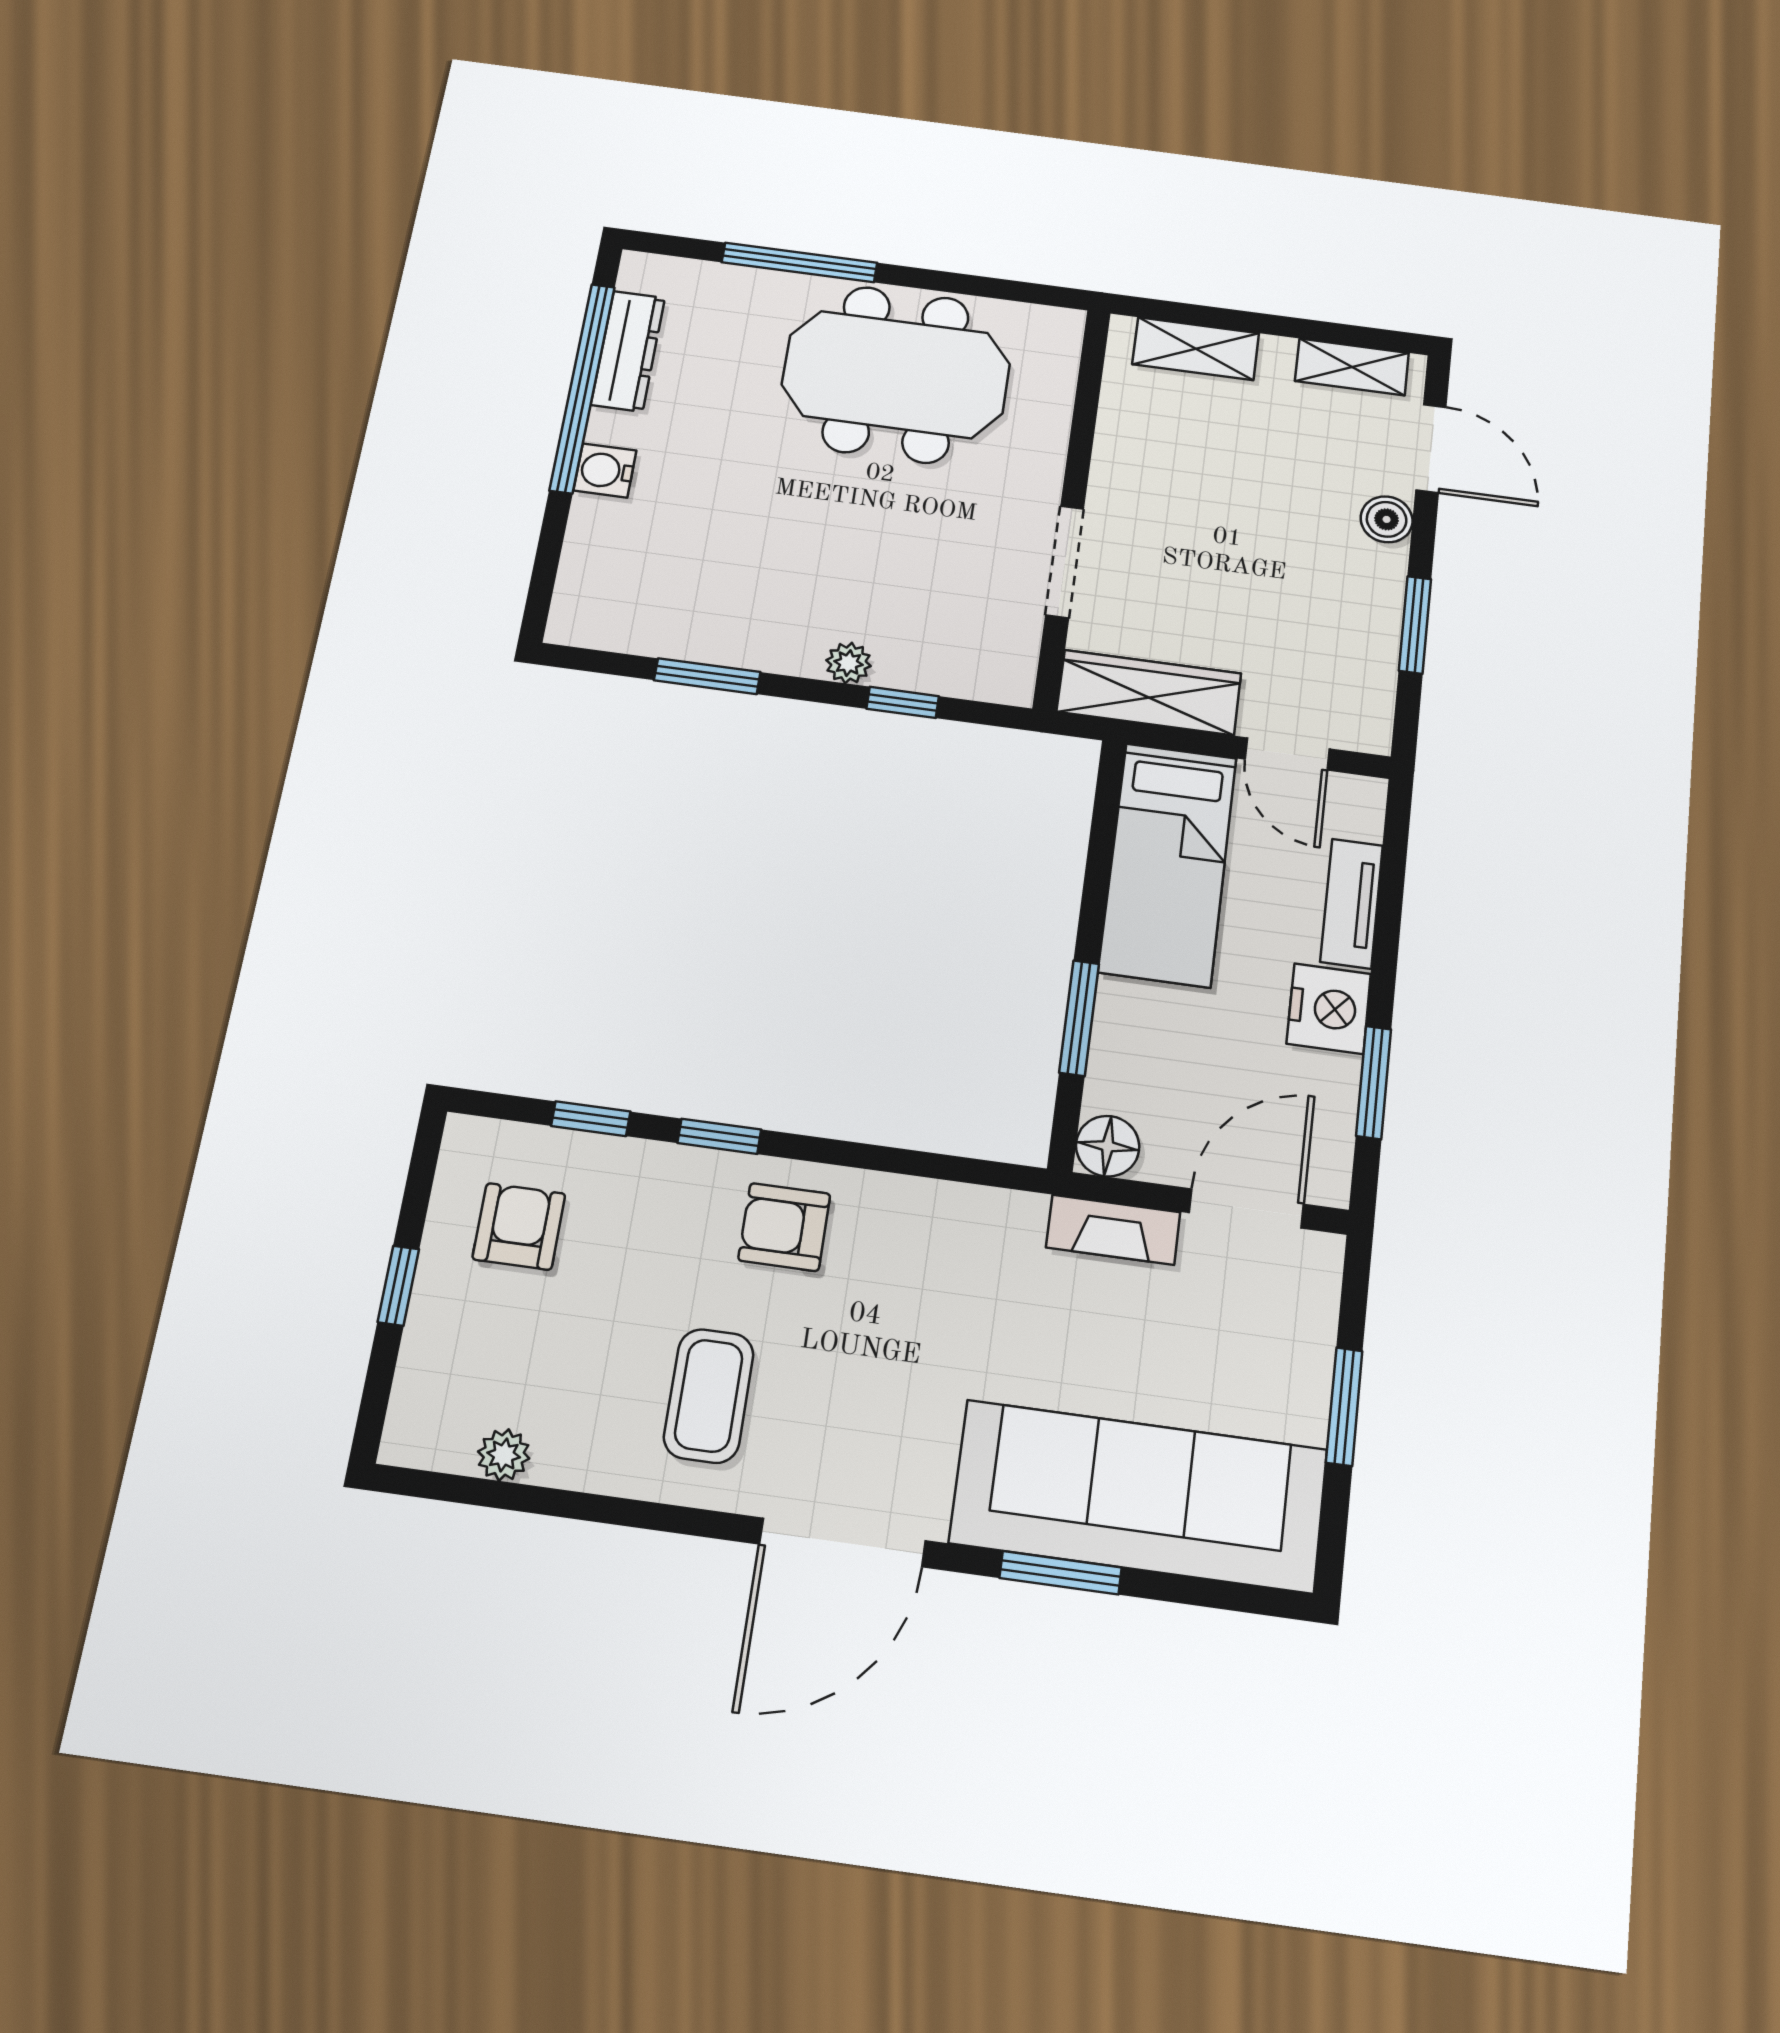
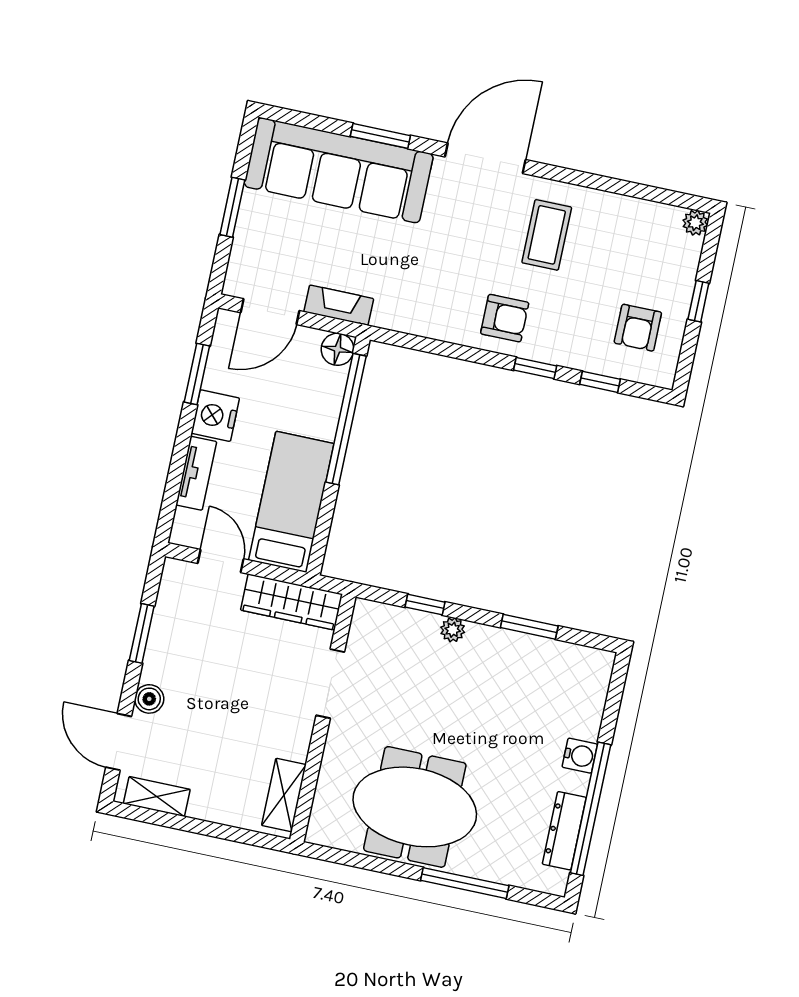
shelving: (1196, 349) -> (284, 795), moved, turned 90
window: (1079, 1018) -> (346, 419), width x2.11
plant: (504, 1455) -> (695, 223), moved

